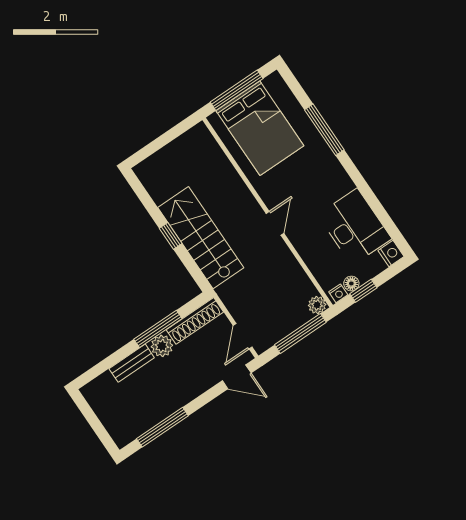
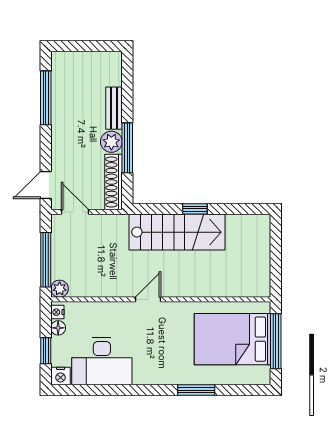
window: (324, 130) -> (196, 390), width x0.69
door: (275, 223) -> (148, 299), swing flipped
window: (363, 291) -> (46, 351), moved

